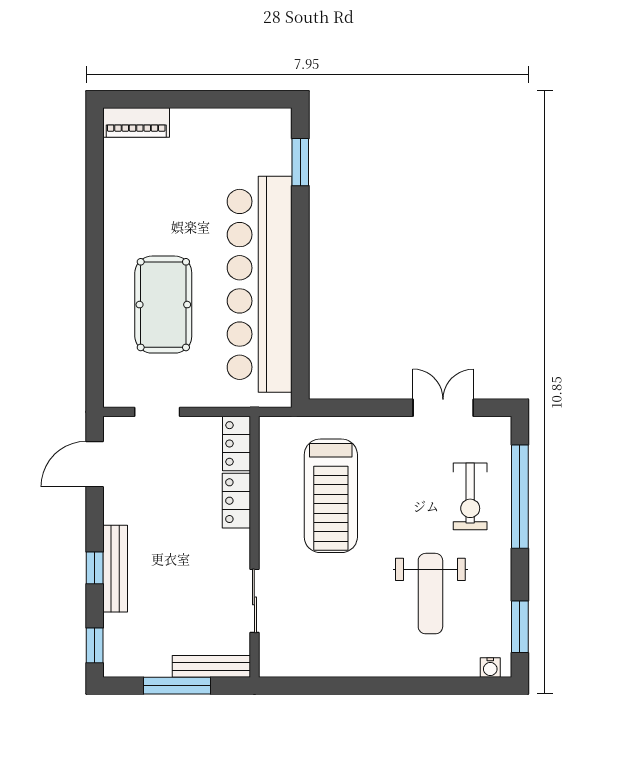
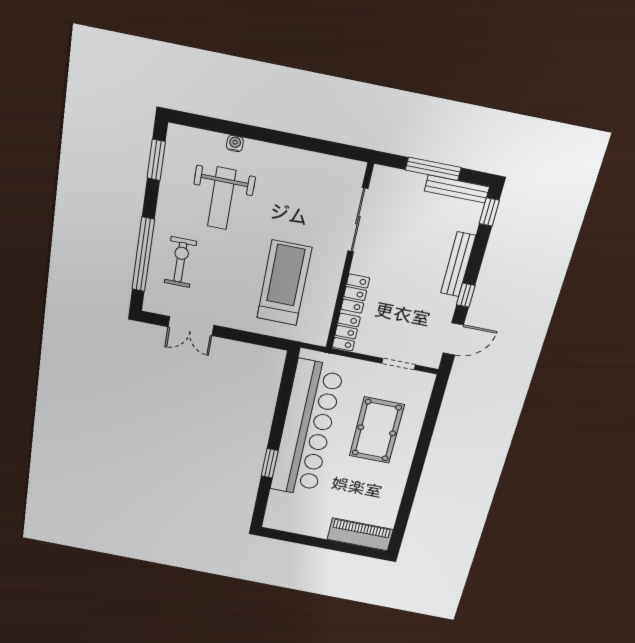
piano: (136, 122) -> (360, 534), width x1.37, depth x1.33
window: (300, 162) -> (270, 463), moved
window: (95, 568) -> (466, 295), moved
weight bench: (430, 594) -> (222, 198), turned 180
sliding door: (254, 601) -> (358, 220), width x1.37
bench: (211, 666) -> (457, 189), moved
water cooler: (490, 667) -> (235, 143), moved

